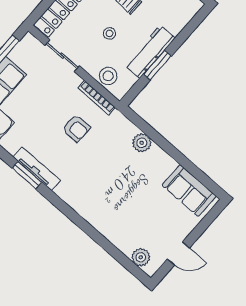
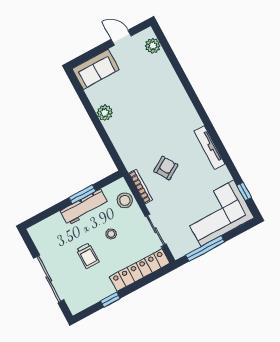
armchair: (76, 128) -> (166, 168), turned 58
plant: (142, 143) -> (105, 113), moved
window: (27, 175) -> (219, 145), removed
sofa: (189, 191) -> (96, 69), moved, turned 90

